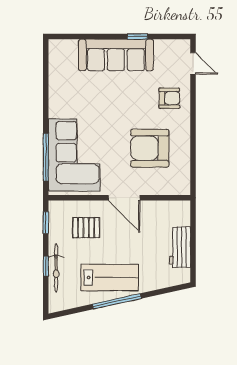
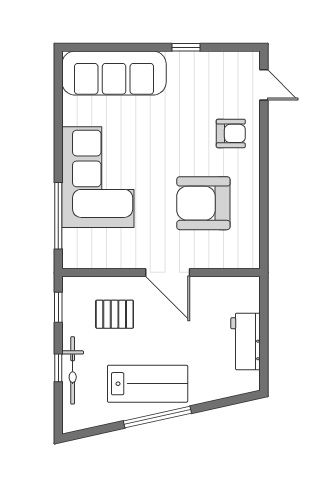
sofa: (116, 55) -> (114, 73), moved
corner sofa: (74, 155) -> (98, 177), moved

